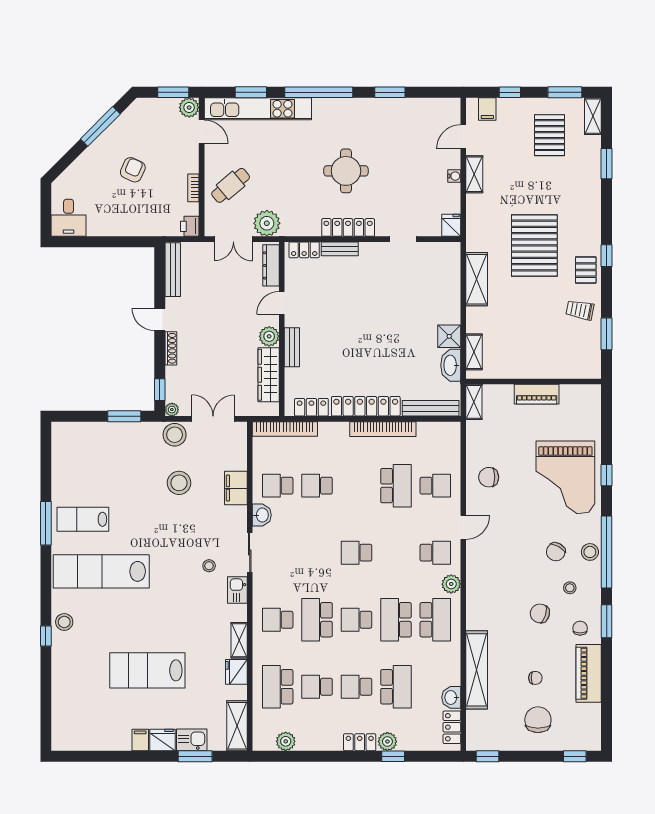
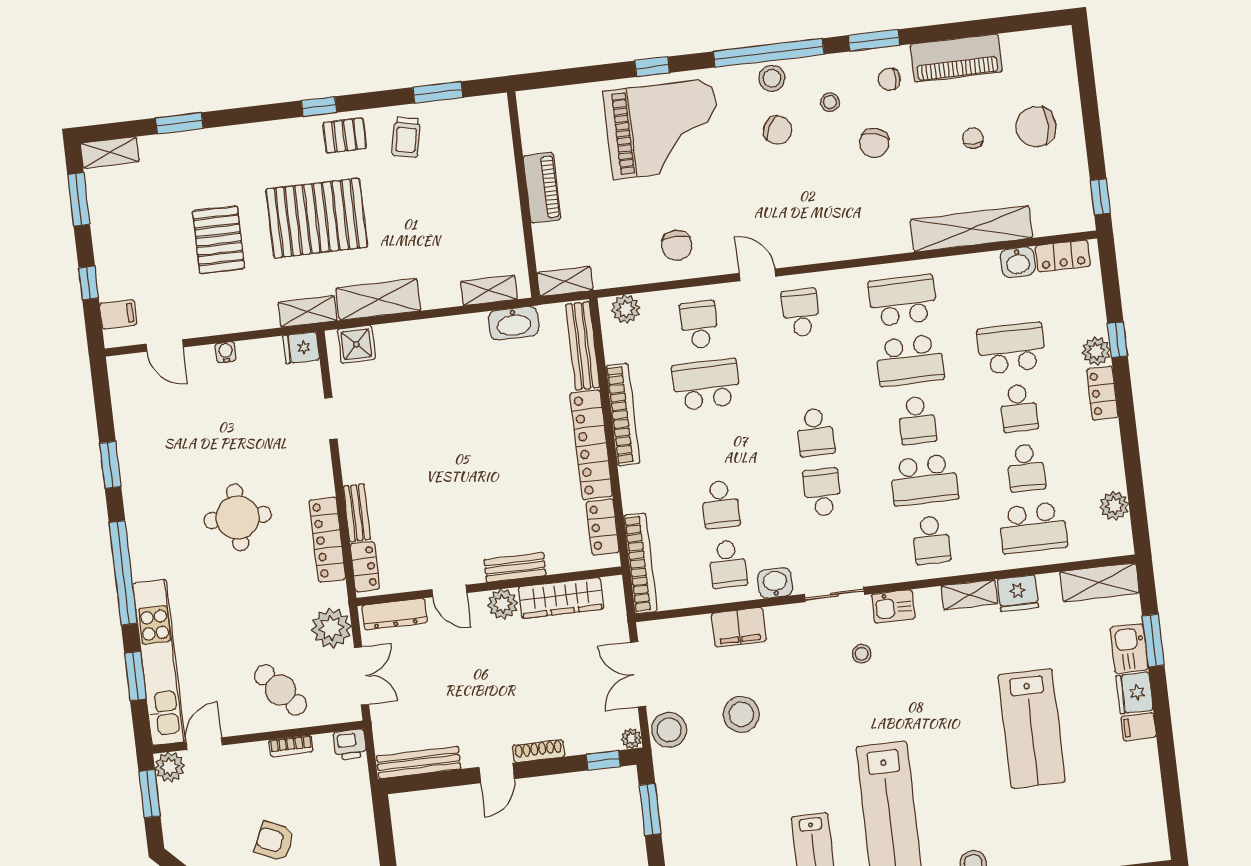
pallet: (549, 135) -> (219, 240), moved, turned 90
shelving: (474, 174) -> (308, 311), moved
locker: (348, 227) -> (327, 540), moved
shower: (449, 336) -> (356, 344), moved
school desk: (317, 553) -> (822, 492), added
plant: (451, 584) -> (626, 309), moved
window: (575, 756) -> (1085, 64), removed

